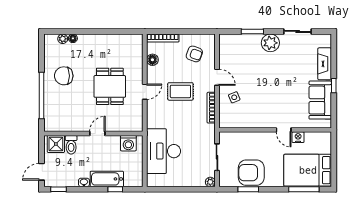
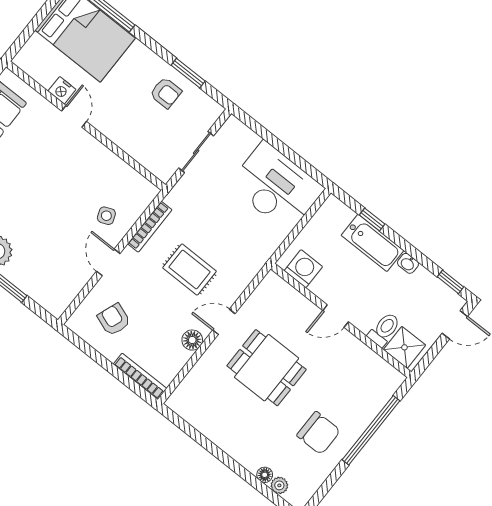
floor lamp: (152, 60) -> (192, 340), moved
dining table: (110, 86) -> (267, 368), turned 90
rug: (180, 91) -> (190, 270), moved
desk: (164, 151) -> (276, 187), moved, turned -90
armchair: (251, 173) -> (166, 93), width x0.53, depth x0.53
plant: (210, 182) -> (233, 125), removed

